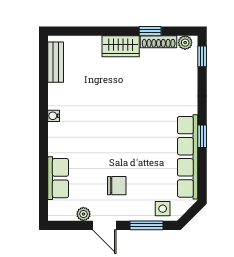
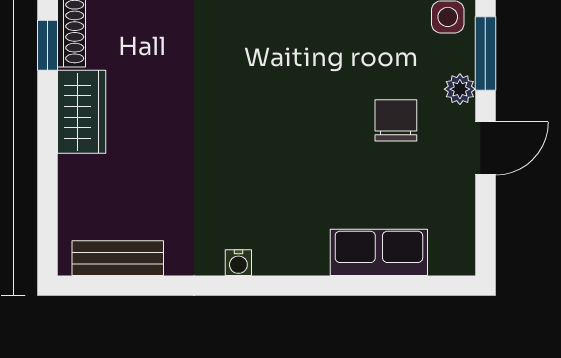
plant: (83, 214) -> (460, 89), moved

